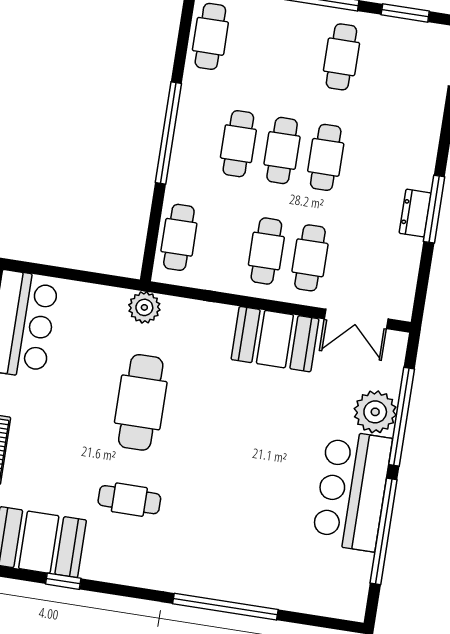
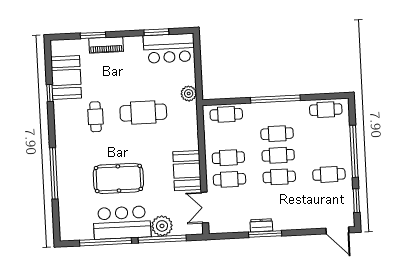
plant: (144, 307) -> (189, 94), moved
pool table: (262, 479) -> (118, 178), added

